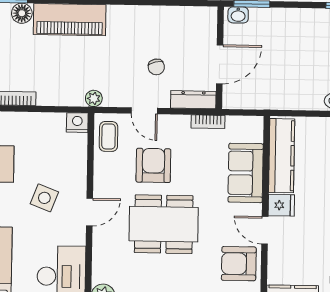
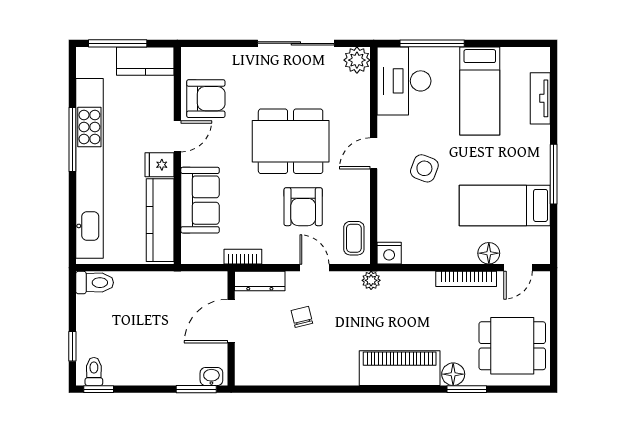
door: (265, 230) -> (177, 136), hinge flipped

